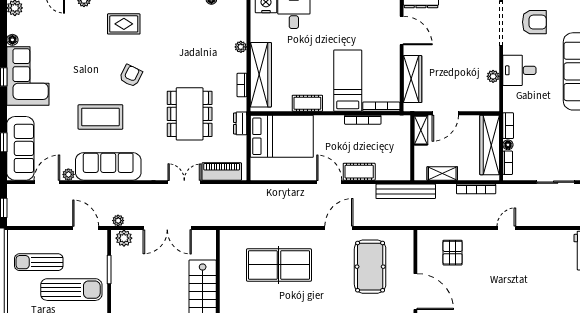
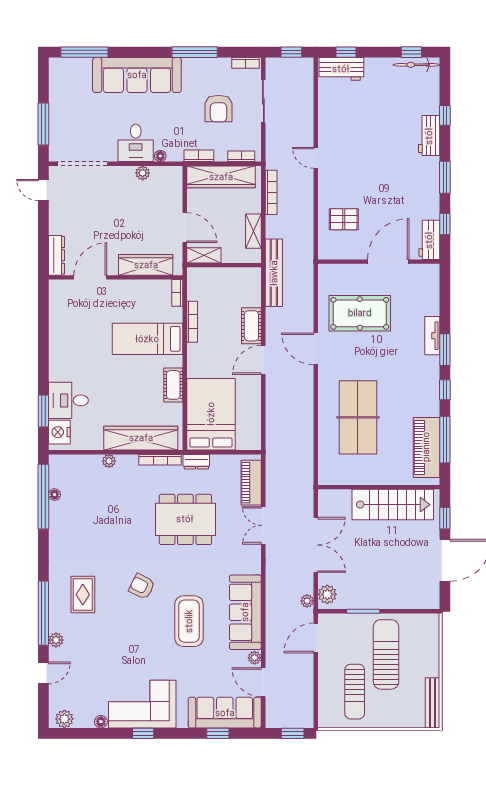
armchair: (534, 22) -> (219, 109), moved, turned 180
bookcase: (242, 85) -> (160, 460), width x1.56
bookcase: (381, 107) -> (177, 293), width x0.64
floor lamp: (508, 145) -> (160, 156), moved

